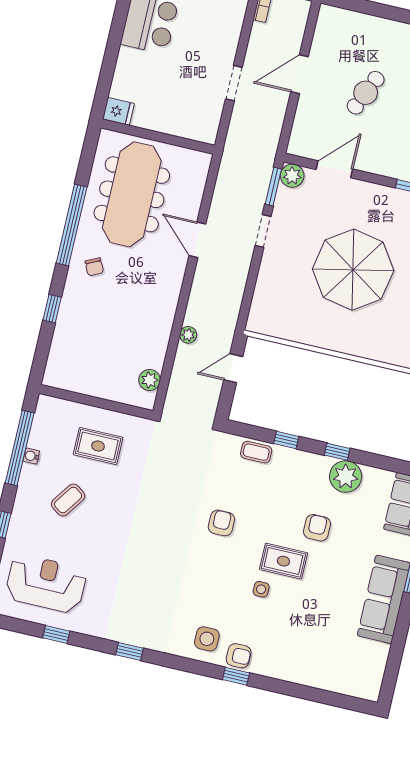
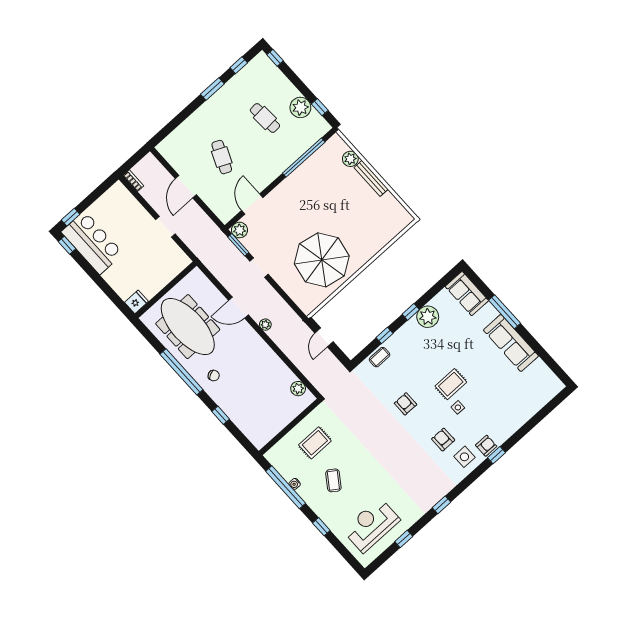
parasol: (353, 270) -> (322, 260), moved
plant: (188, 335) -> (265, 325), moved
armchair: (317, 528) -> (443, 440), moved

